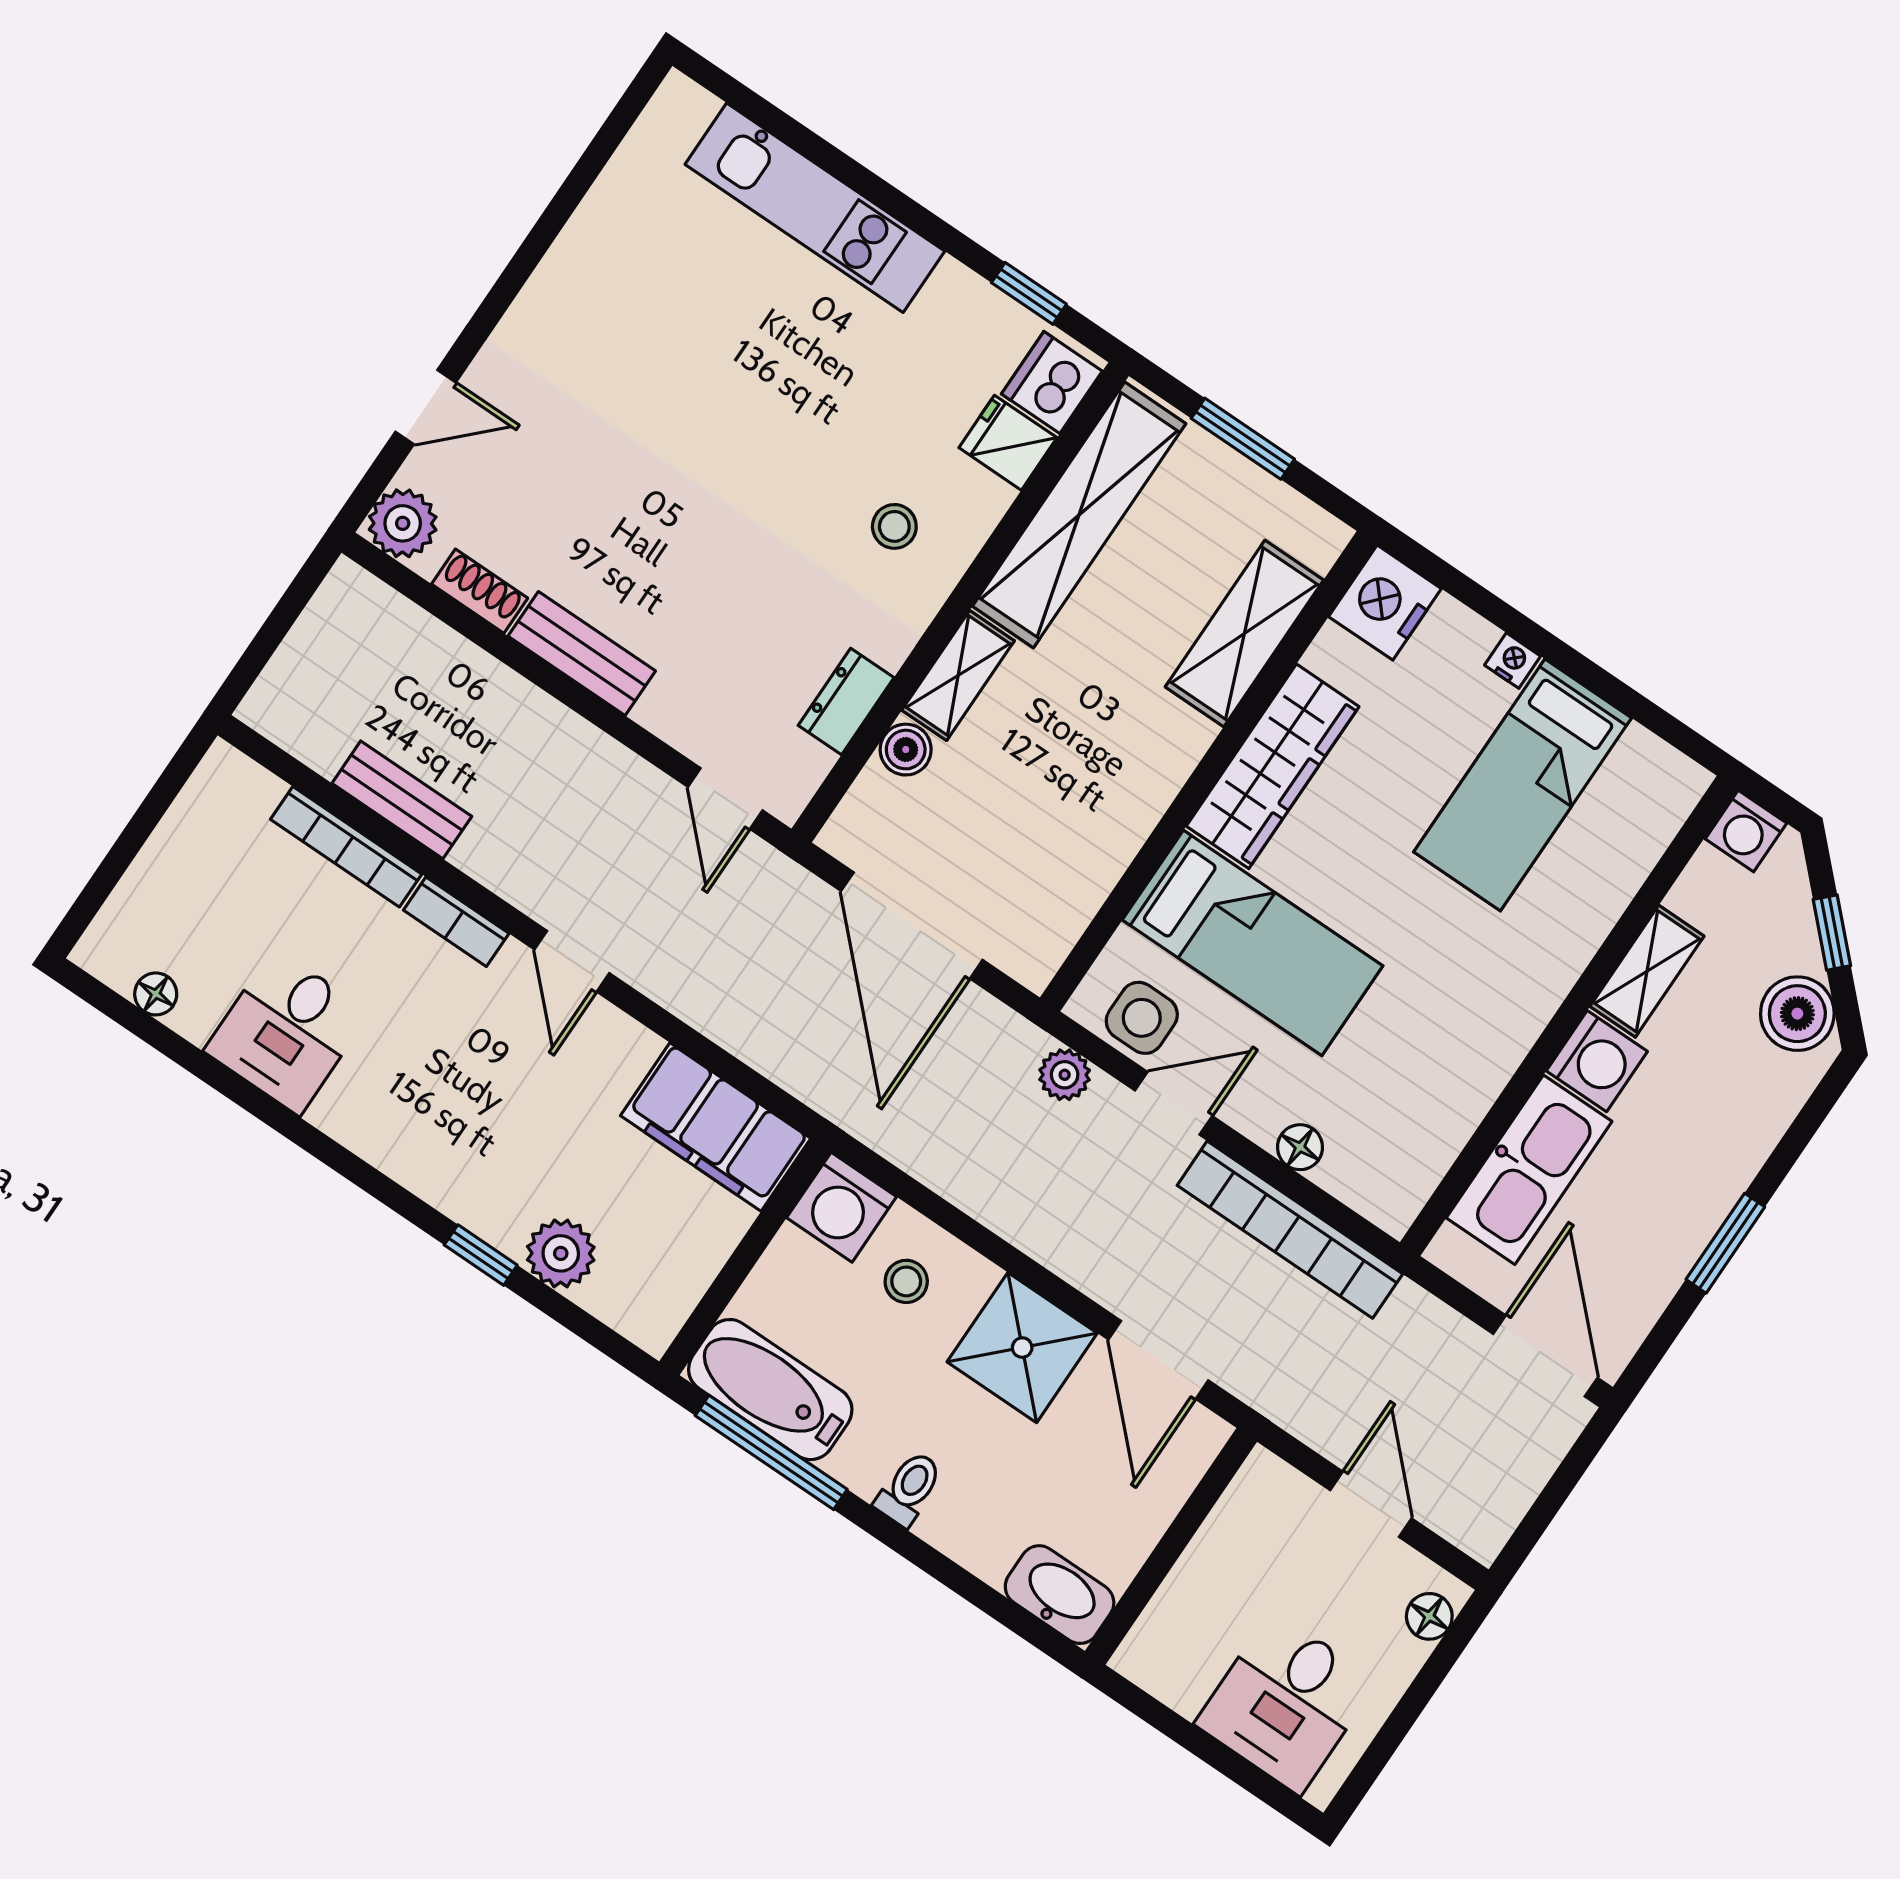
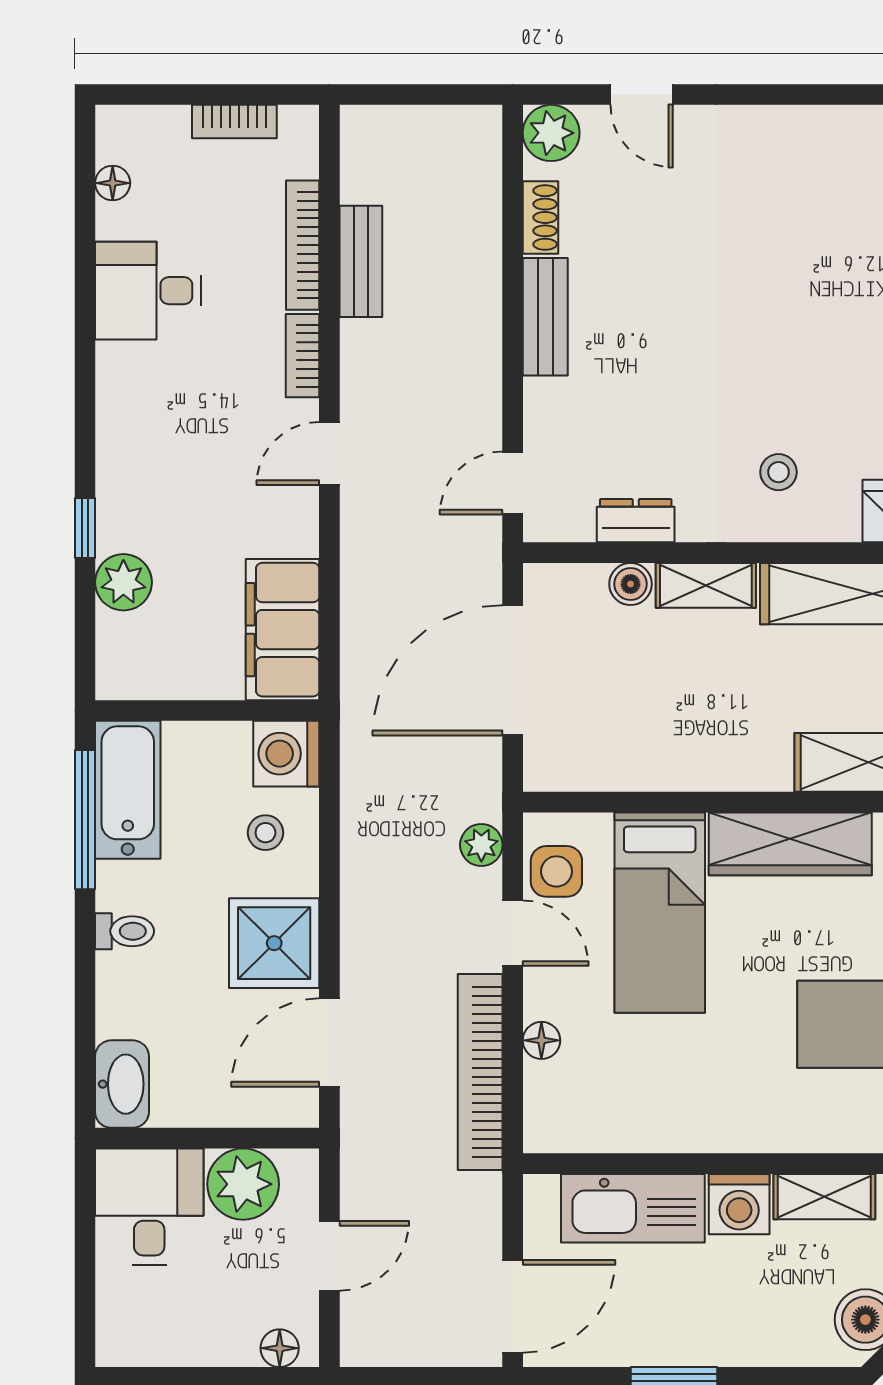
bookcase: (177, 831) -> (234, 122), added
plant: (1241, 1542) -> (243, 1184), added
desk: (1286, 1703) -> (149, 1207), moved, turned 90

